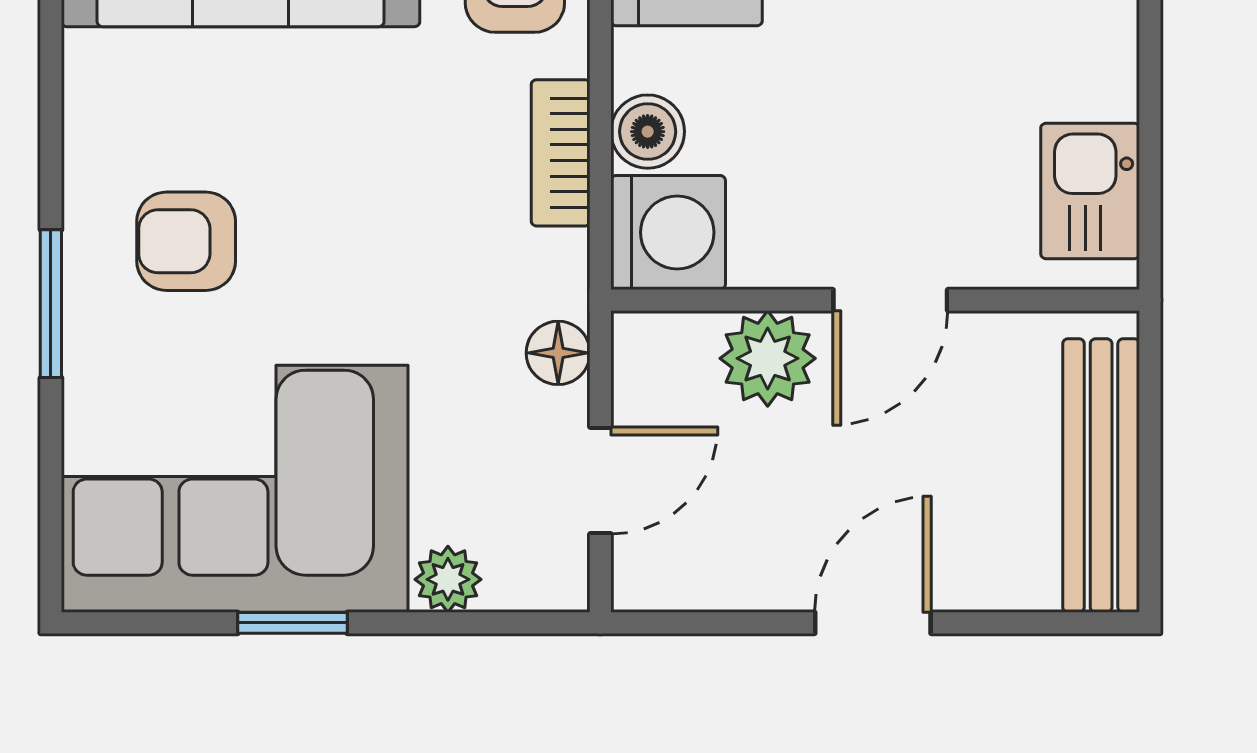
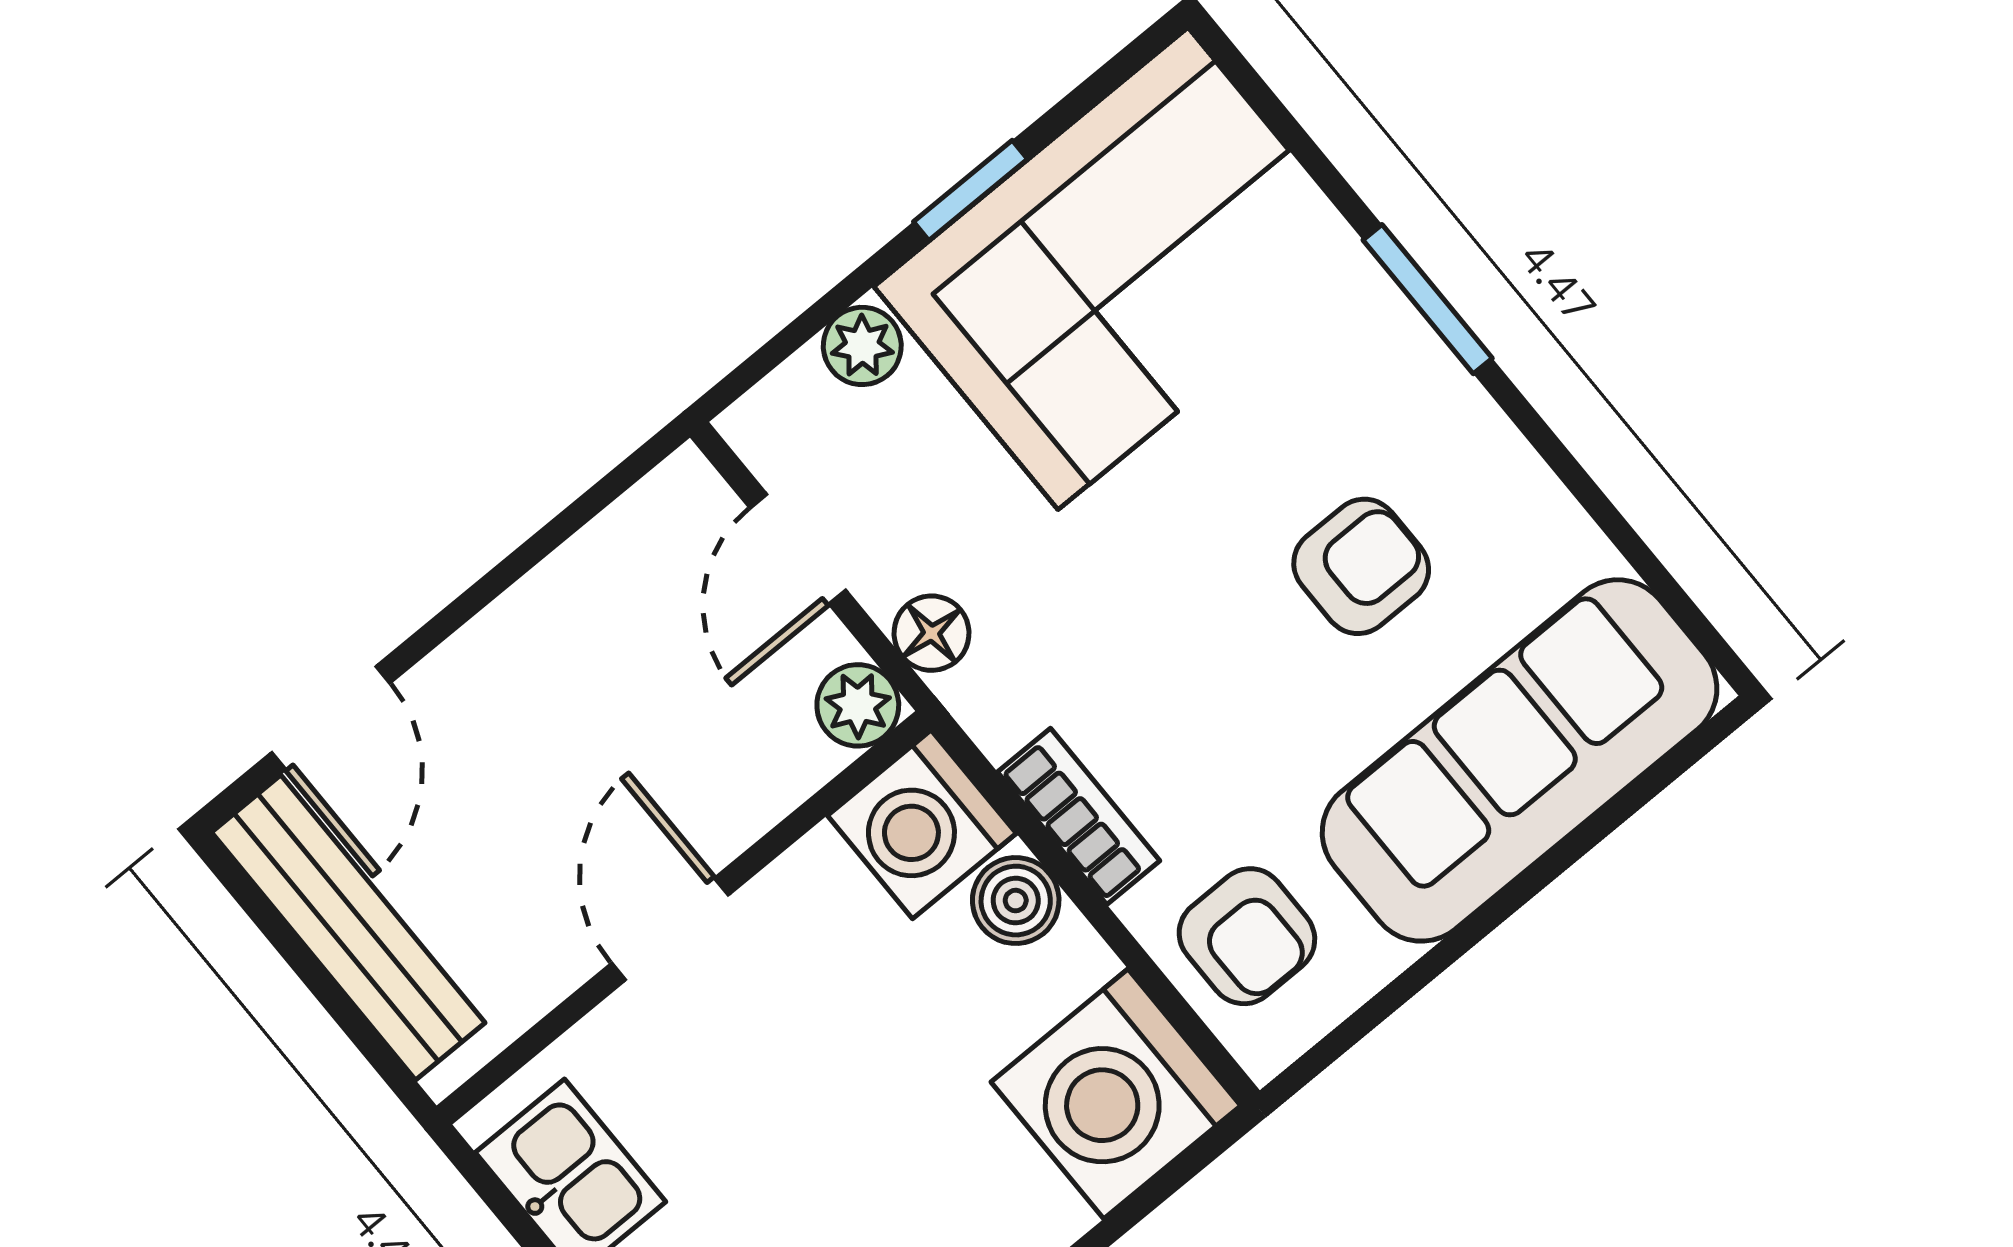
armchair: (186, 241) -> (1361, 566), moved
plant: (768, 358) -> (858, 705), moved, width x0.73, depth x0.73
door: (873, 623) -> (331, 718), moved

